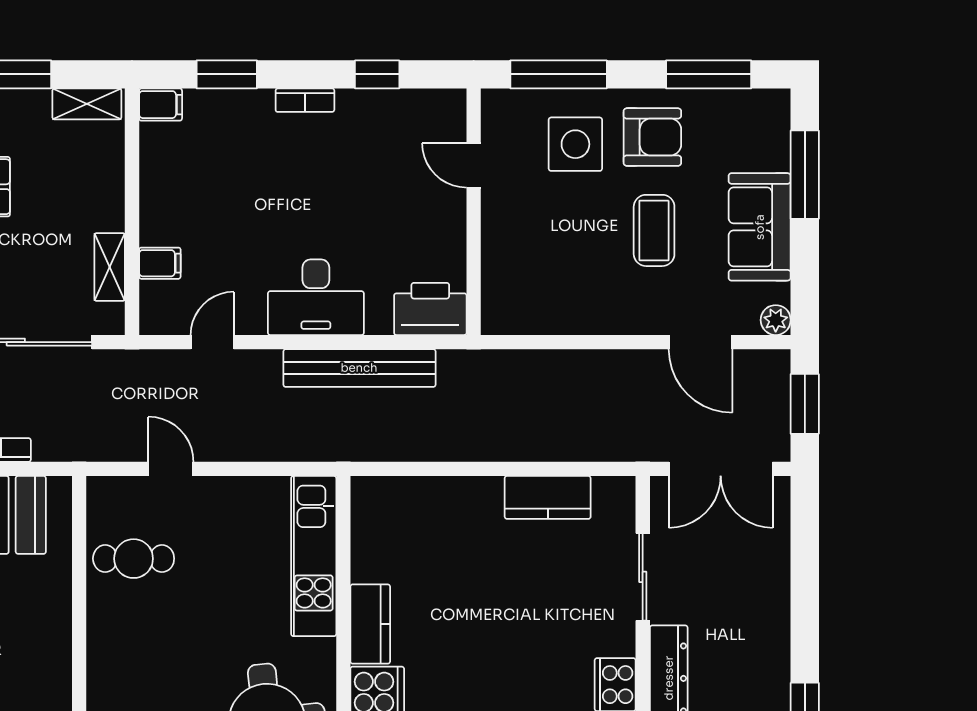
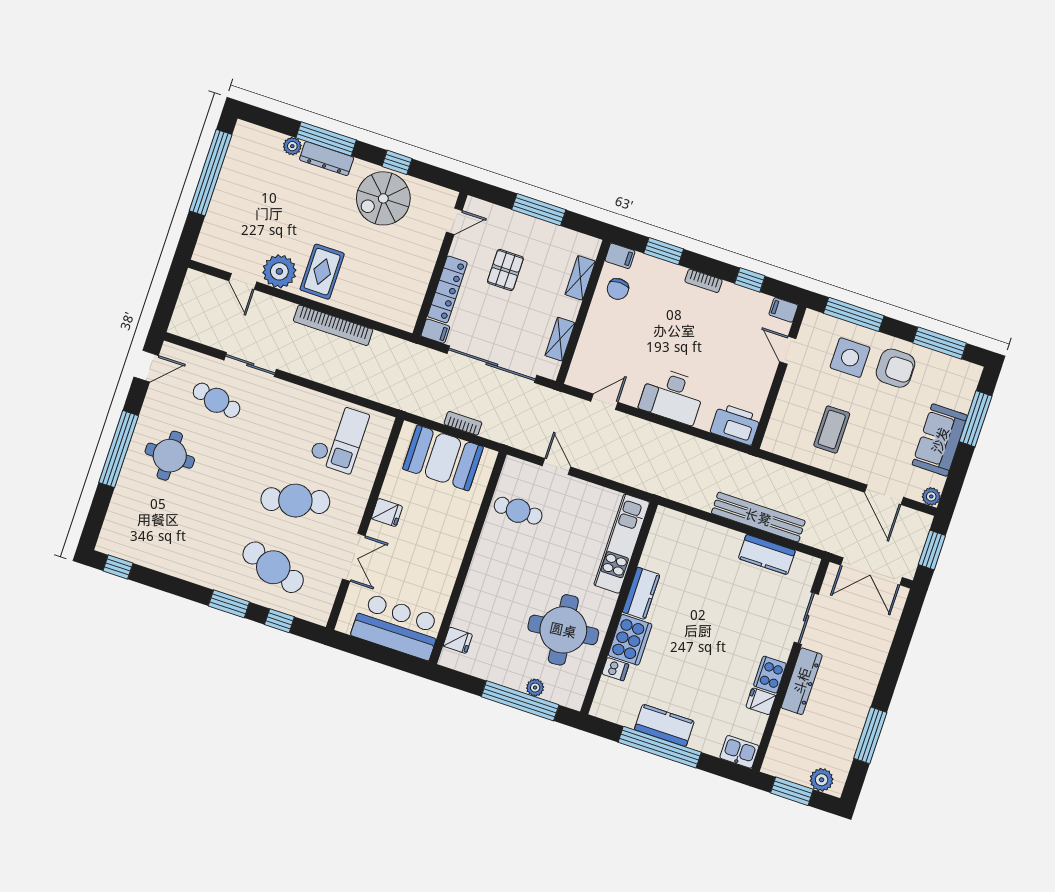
shelving: (87, 104) -> (580, 278), moved, turned 90
chair: (174, 158) -> (618, 289), added
coffee table: (654, 230) -> (832, 430), moved
filing cabinet: (160, 263) -> (783, 310), moved, turned 180
bench: (359, 368) -> (758, 517), moved

